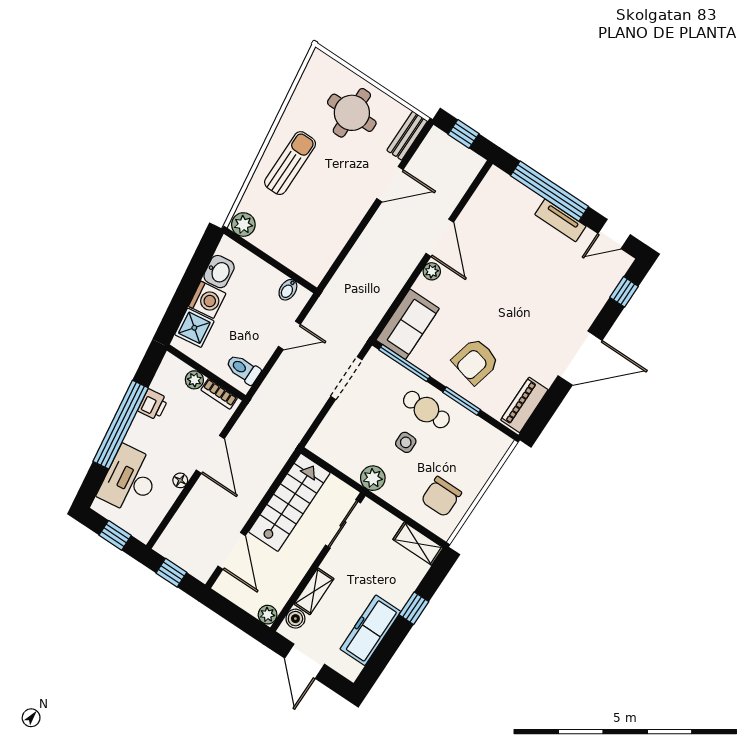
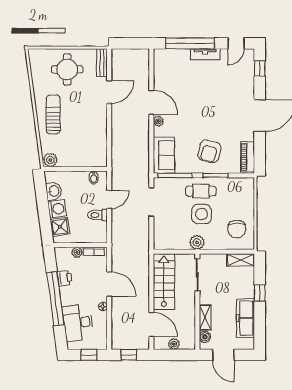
window: (463, 134) -> (129, 43), removed
toilet: (243, 369) -> (98, 215), moved
side table: (406, 442) -> (201, 214), width x1.87, depth x1.87
plant: (268, 615) -> (174, 344), moved

